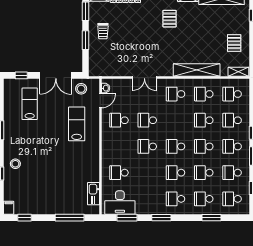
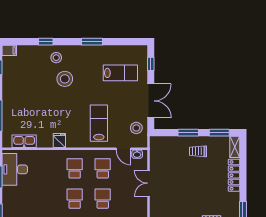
double door: (56, 75) -> (151, 101), swing flipped
double door: (144, 77) -> (148, 183), moved
lab bench: (77, 124) -> (99, 123), turned -90
stool: (35, 156) -> (65, 79), added
fridge: (93, 161) -> (59, 140), added
school desk: (119, 173) -> (75, 168), moved

